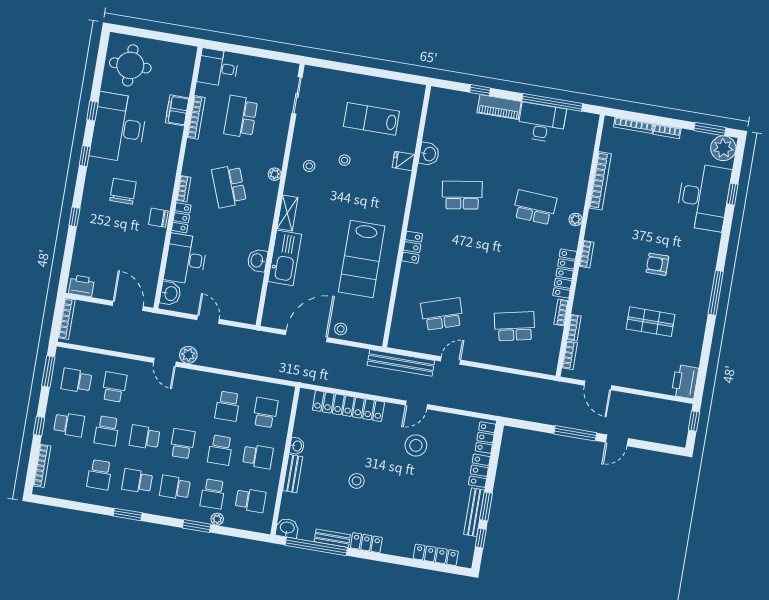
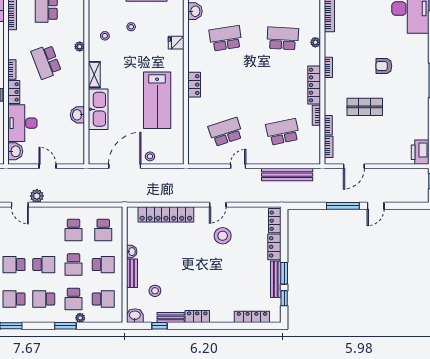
fridge: (403, 161) -> (176, 43), moved
shop shelf: (651, 322) -> (365, 107), moved
bench: (401, 363) -> (287, 175), moved
door: (598, 385) -> (354, 166), hinge flipped
school desk: (265, 413) -> (103, 230), turned 180
school desk: (182, 444) -> (44, 265), turned 90
stool: (357, 481) -> (155, 291), moved
window: (316, 546) -> (160, 326), width x0.32

